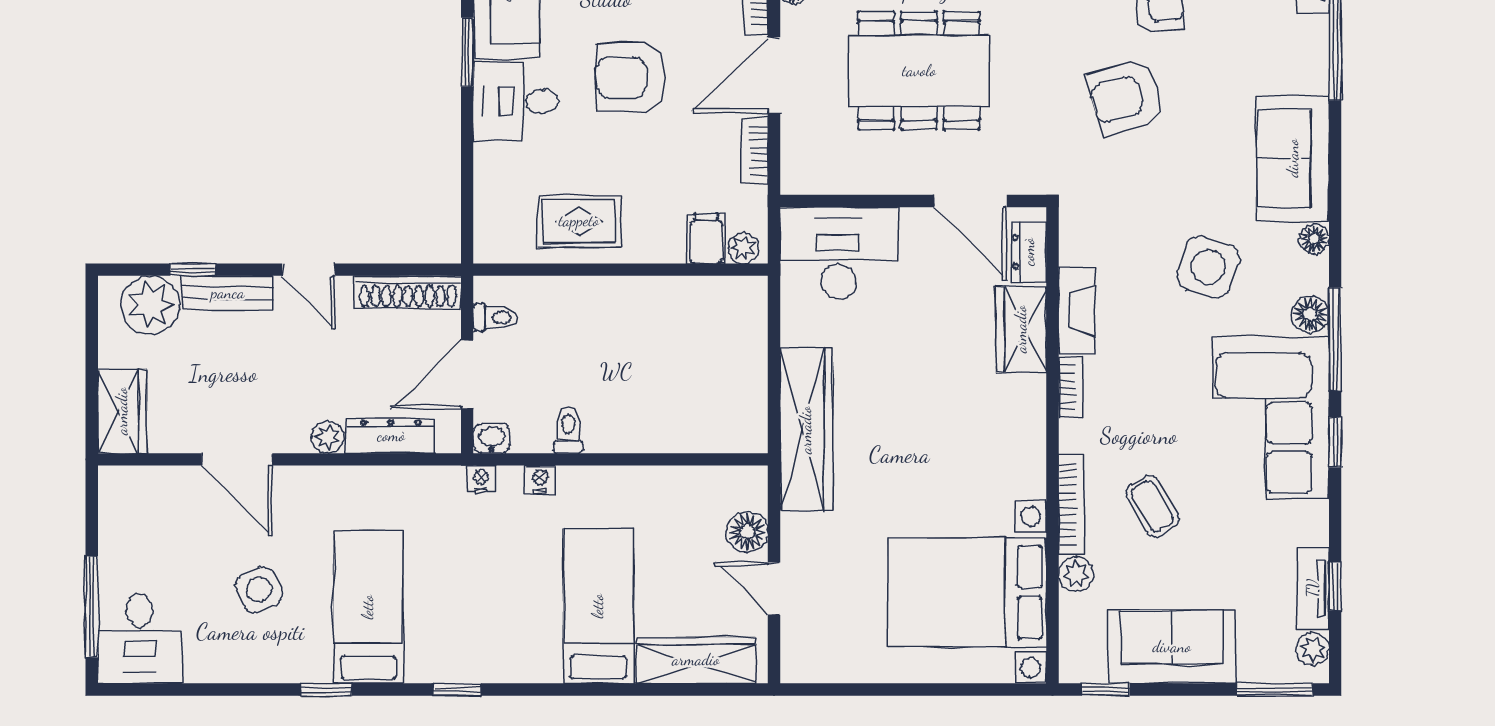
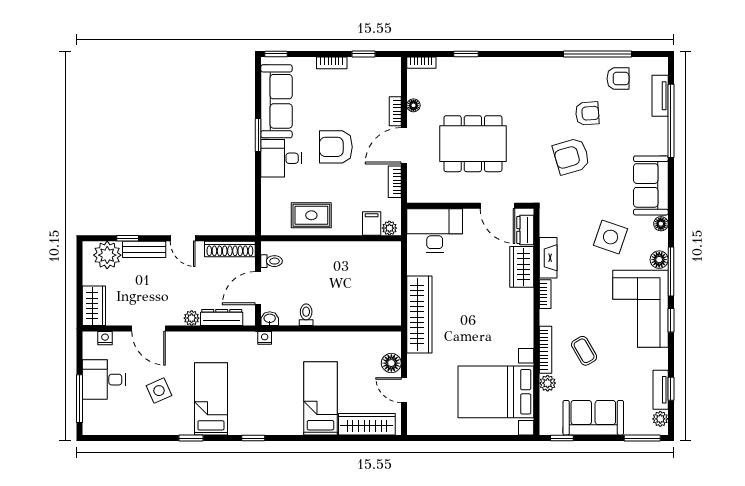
nightstand: (540, 480) -> (105, 338), moved
desk: (140, 638) -> (104, 380), moved, turned 90

